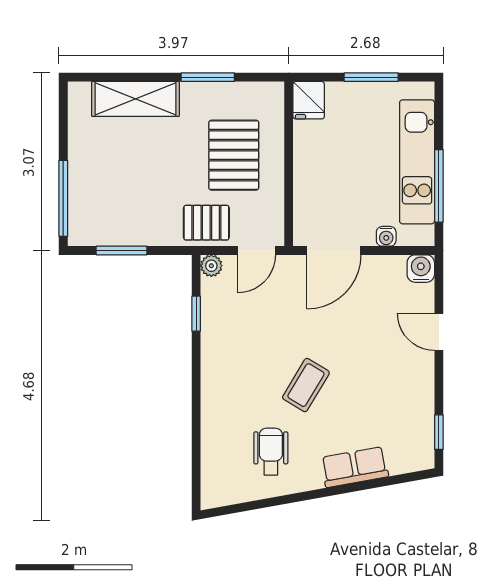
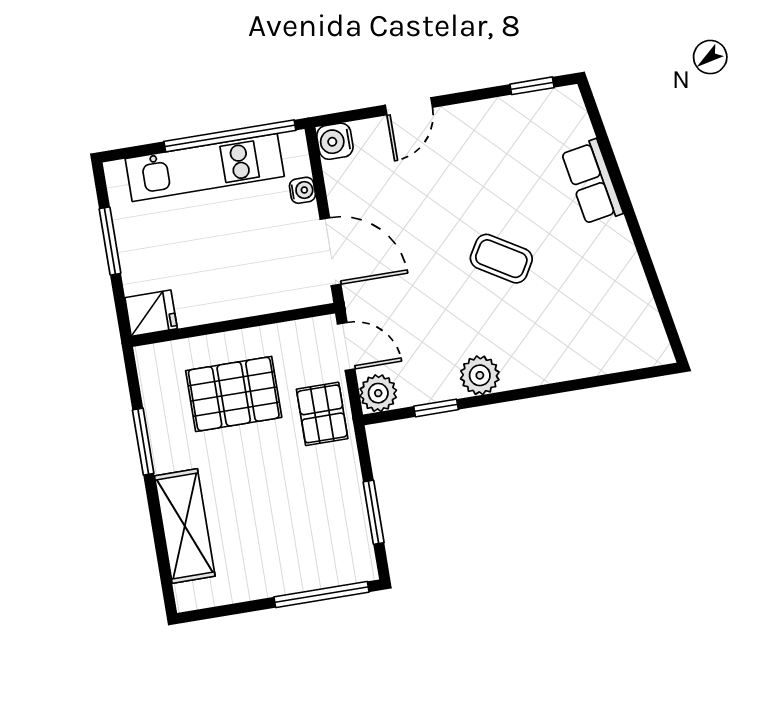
window: (439, 186) -> (230, 136), width x1.46
plant: (211, 266) -> (378, 393), width x1.38, depth x1.38
plant: (216, 353) -> (480, 375), added
wheelchair: (271, 452) -> (590, 288), removed

